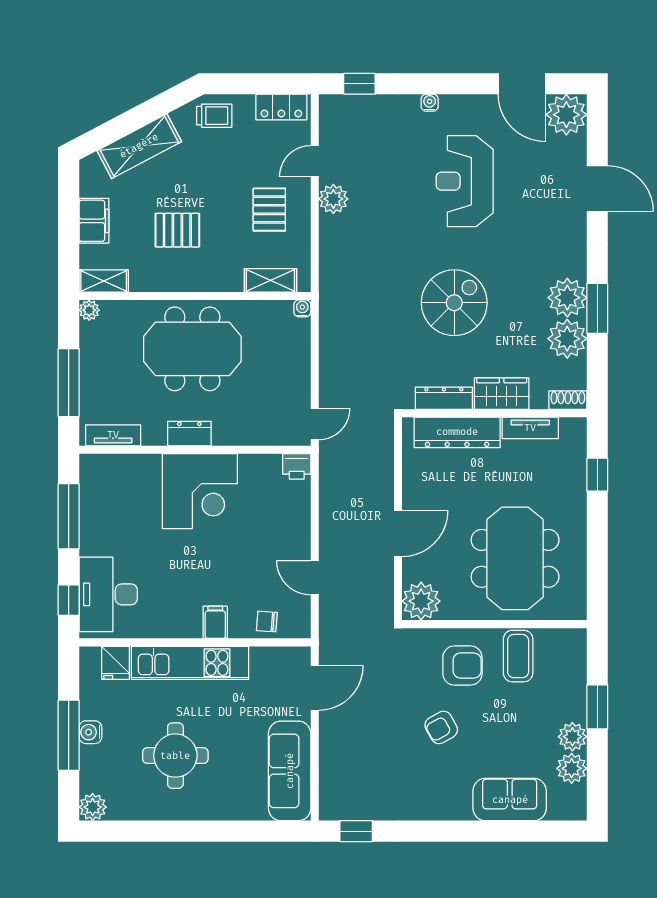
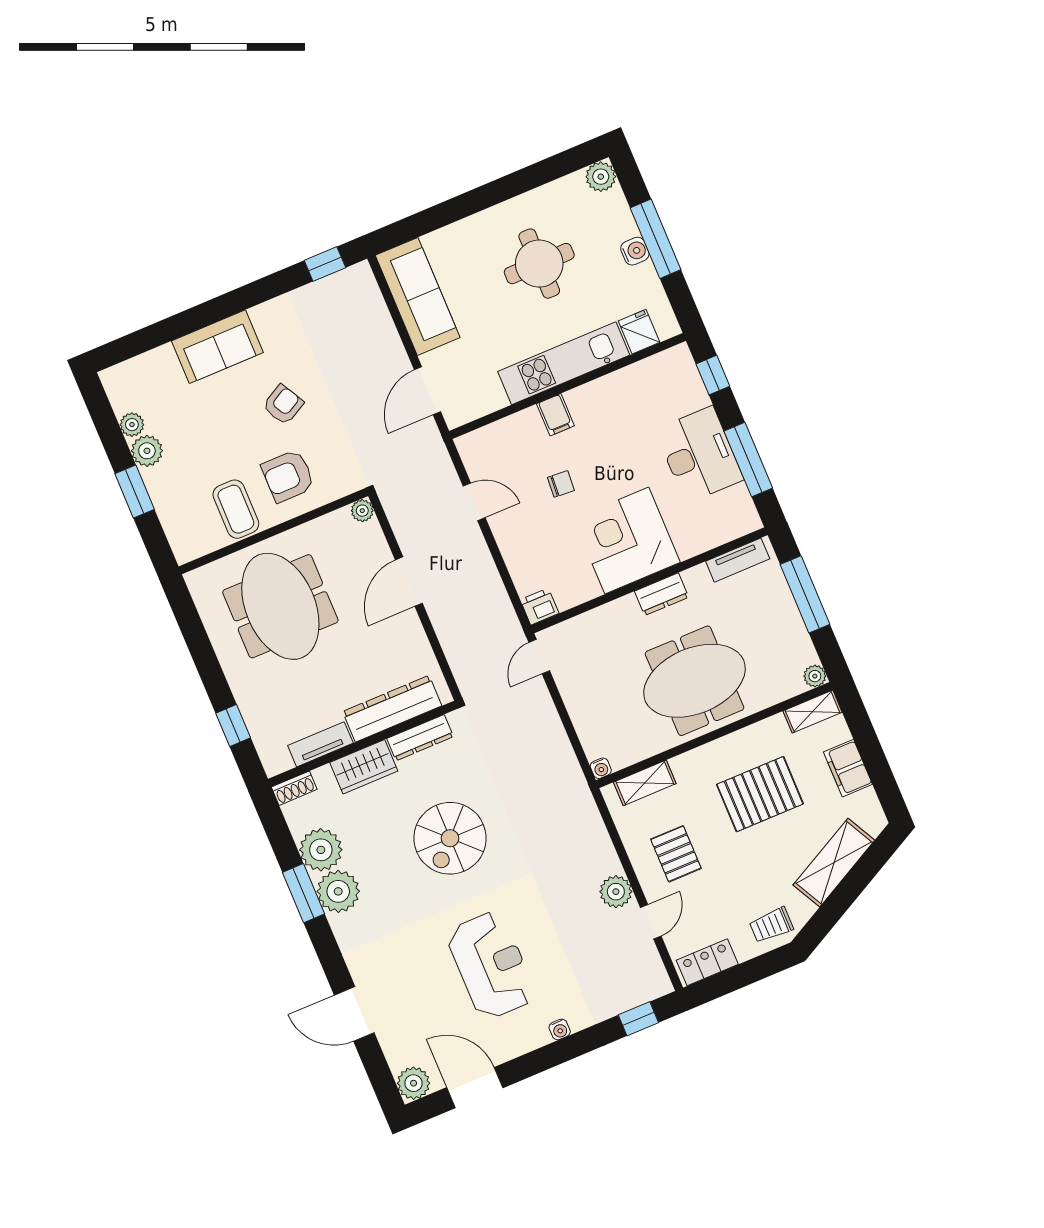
plant: (566, 115) -> (413, 1083), width x0.73, depth x0.73
pallet: (177, 230) -> (760, 794), width x1.50, depth x1.42
desk: (108, 594) -> (699, 455), moved
plant: (421, 601) -> (362, 511), width x0.53, depth x0.53
chair: (267, 621) -> (561, 484), moved
plant: (572, 768) -> (132, 425), width x0.73, depth x0.73
sofa: (510, 800) -> (217, 347), moved

